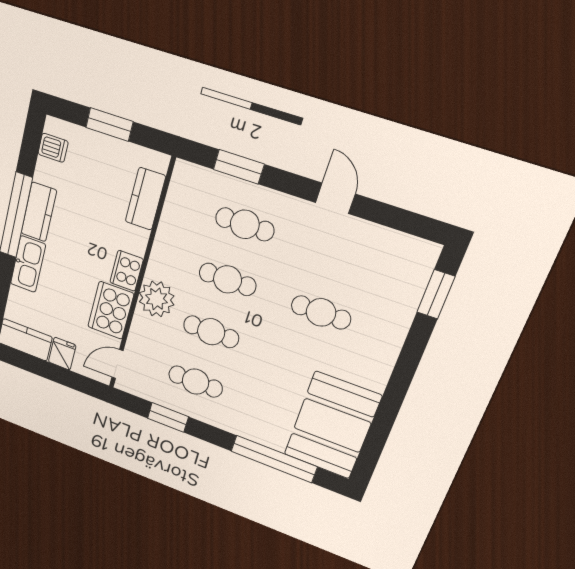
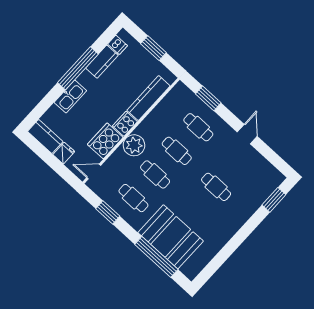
kitchen counter: (145, 199) -> (148, 98), width x1.50
kitchen counter: (39, 212) -> (102, 62), moved
booth: (332, 425) -> (171, 237), moved, turned 90

